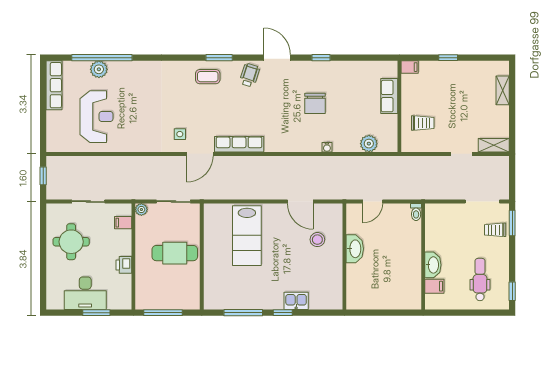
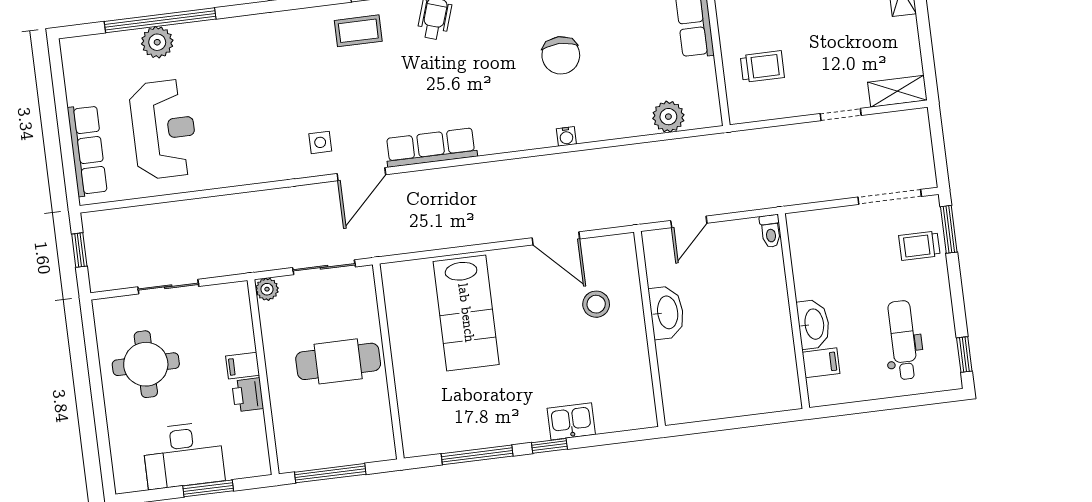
row of seats: (54, 85) -> (87, 150), moved
water cooler: (327, 147) -> (566, 136), moved
filing cabinet: (123, 223) -> (243, 366), moved

